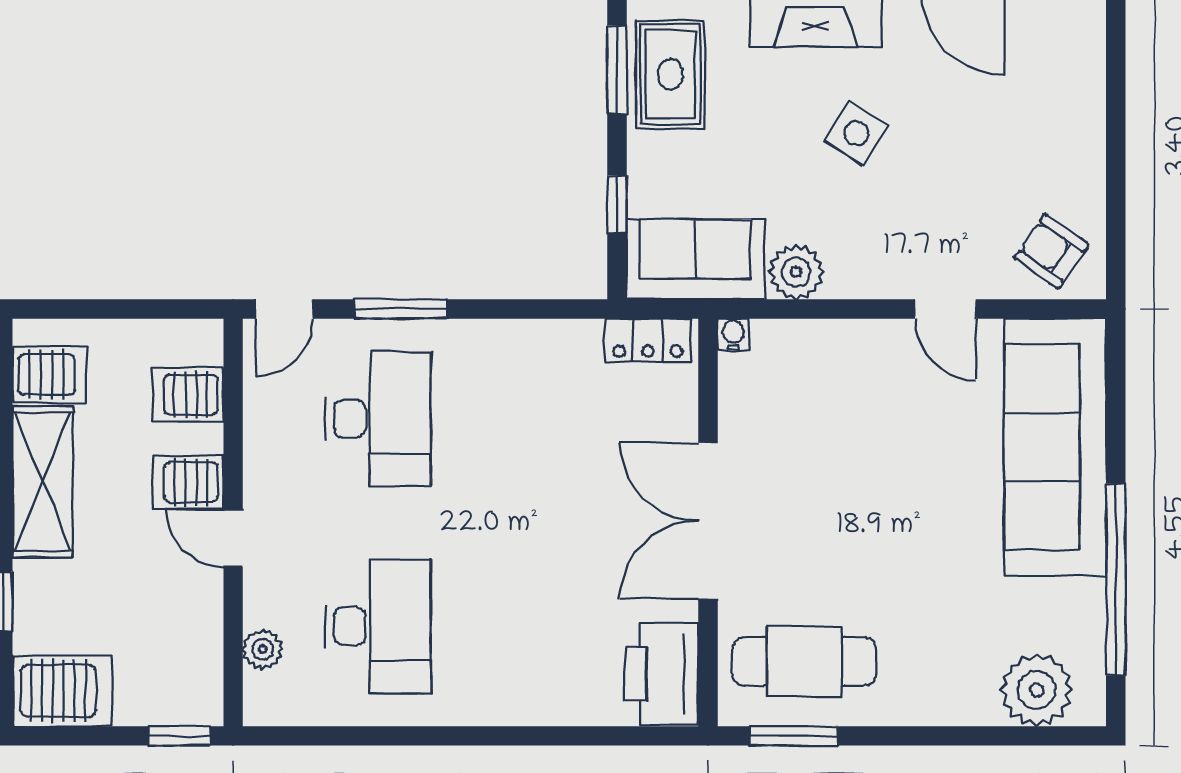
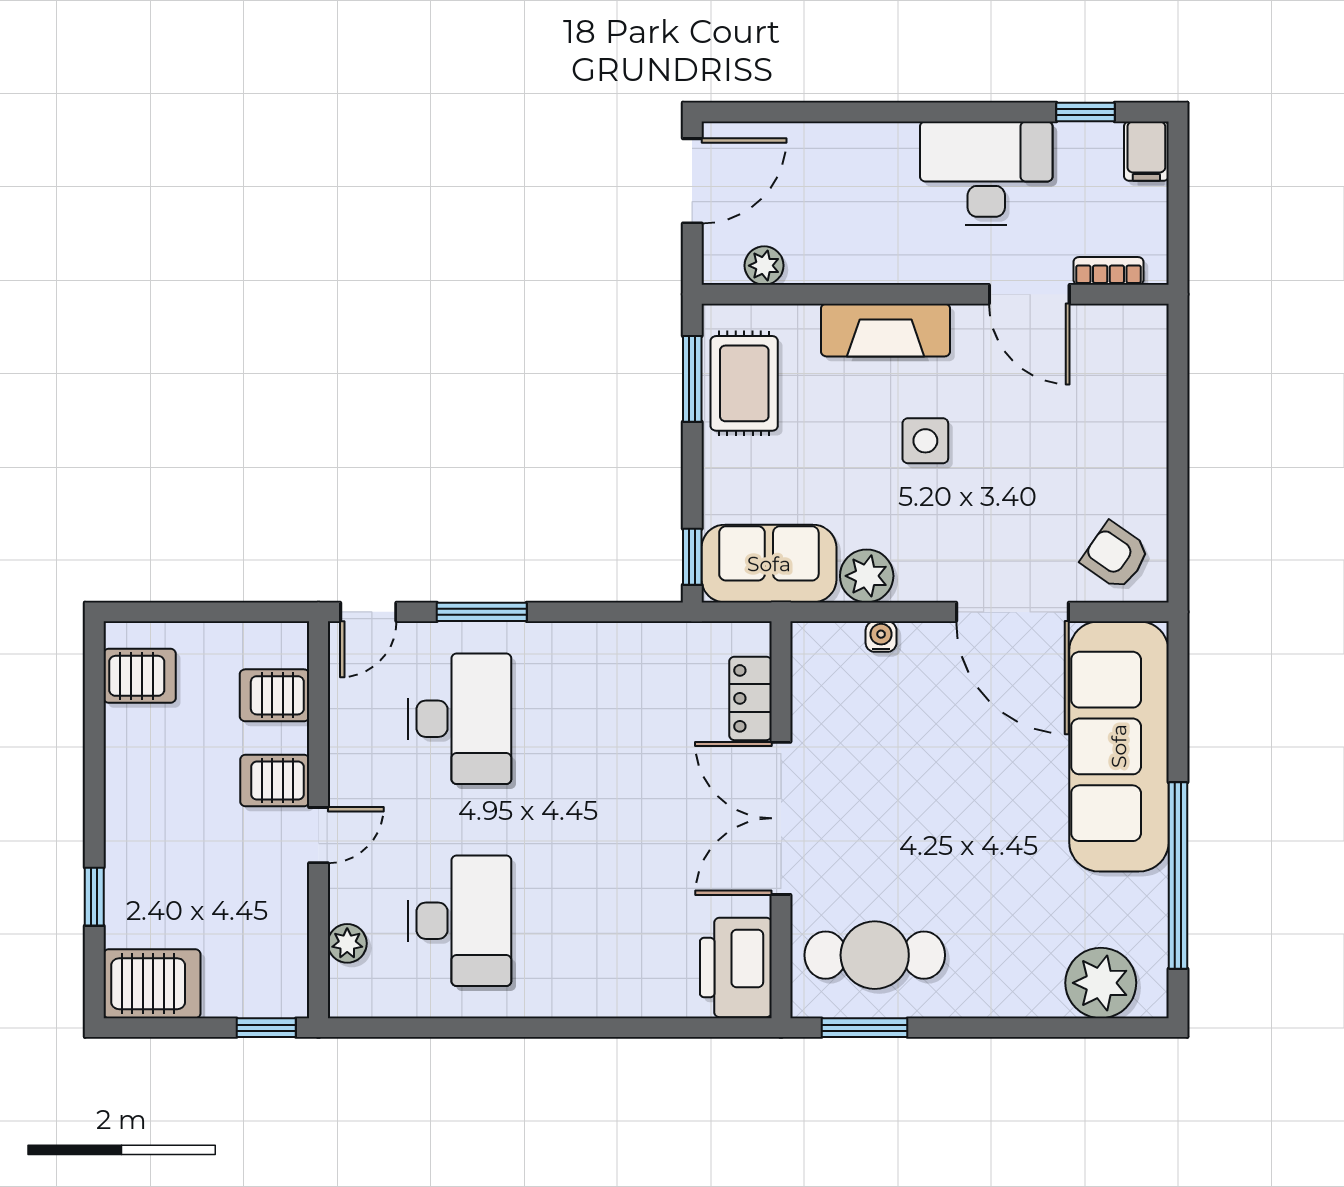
side table: (856, 133) -> (925, 441), turned -32
window: (617, 204) -> (692, 557), moved
door: (946, 309) -> (1012, 612), width x1.88
water cooler: (733, 334) -> (881, 637), moved
locker: (648, 340) -> (750, 698), moved, turned 90
shelving: (43, 482) -> (133, 780), removed
door: (233, 538) -> (318, 835), swing flipped

